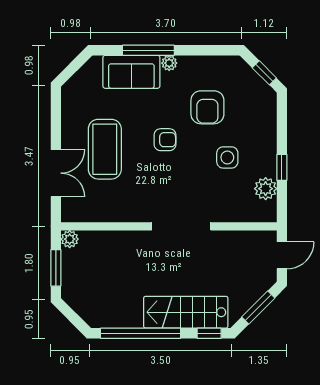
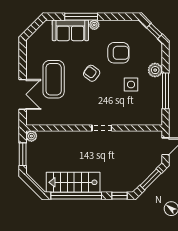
armchair: (207, 107) -> (118, 53), turned -90
armchair: (165, 140) -> (92, 73), turned -143
window: (282, 167) -> (165, 91), width x2.17
plant: (266, 189) -> (155, 70), moved
doorway: (181, 226) -> (102, 128), width x0.53
stairs: (186, 312) -> (73, 182), moved

